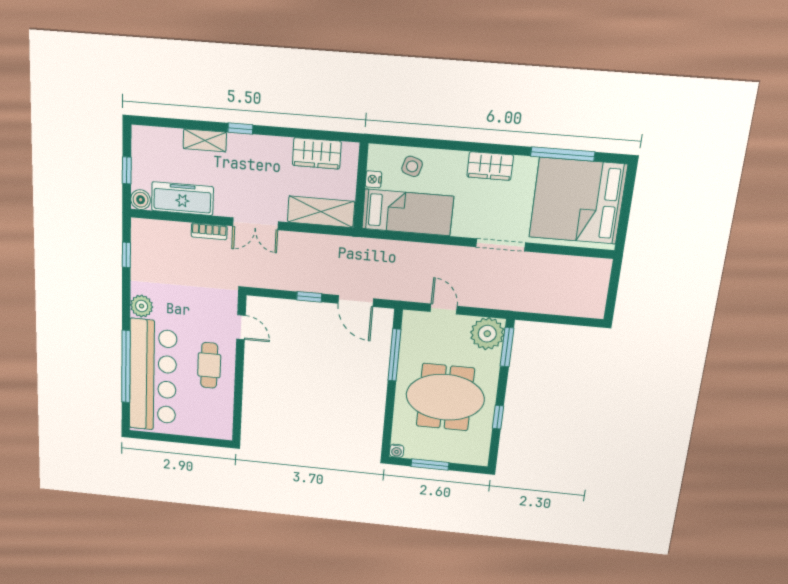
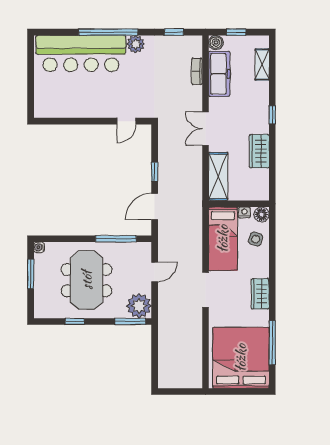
shelving: (205, 140) -> (262, 64), moved
wardrobe: (317, 153) -> (259, 151), moved
floor lamp: (378, 155) -> (262, 215), added
bookcase: (209, 231) -> (197, 71), moved
doorway: (500, 245) -> (206, 290), moved
cafe table: (209, 365) -> (94, 98), removed
window: (126, 367) -> (108, 32), moved

